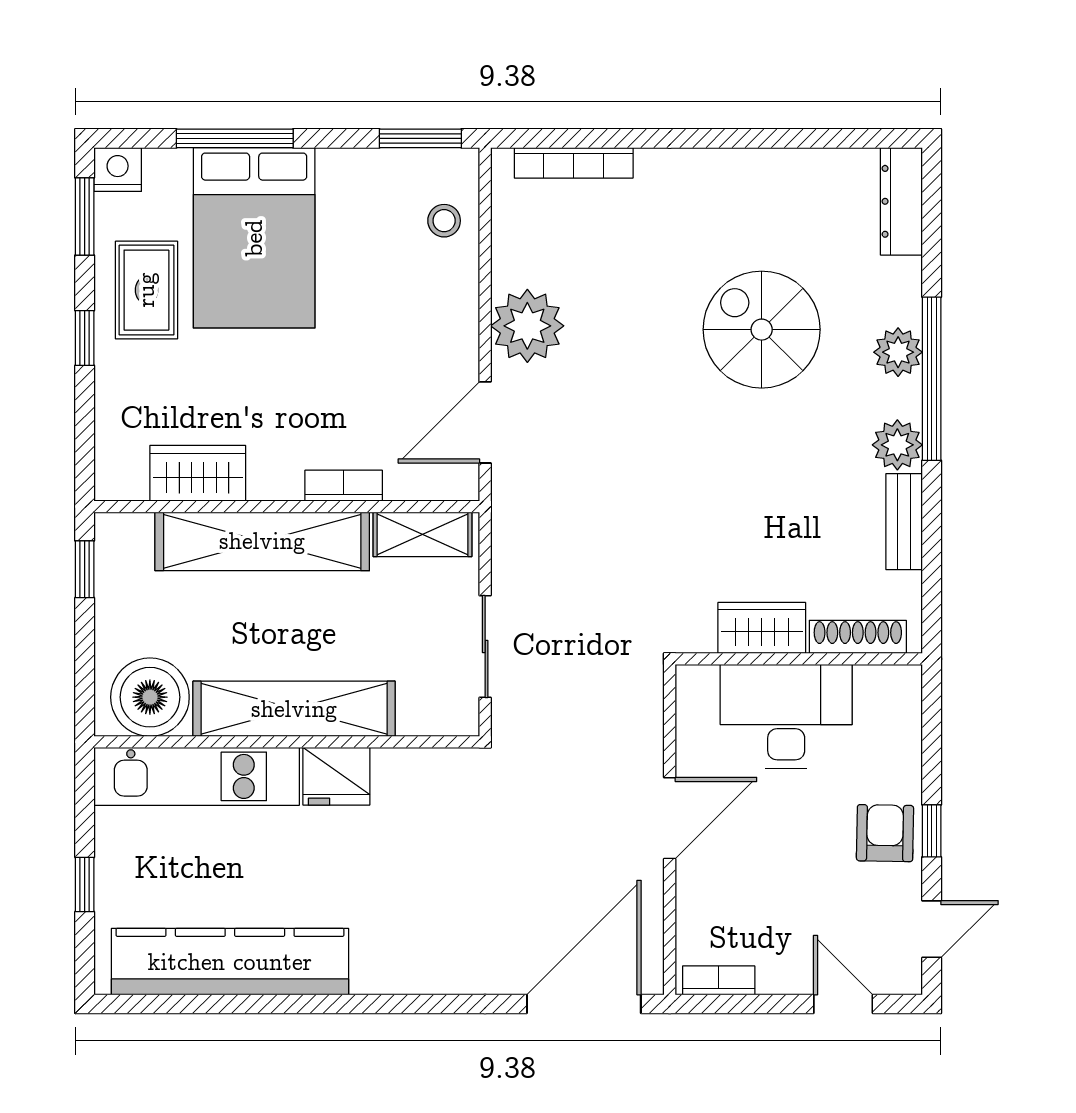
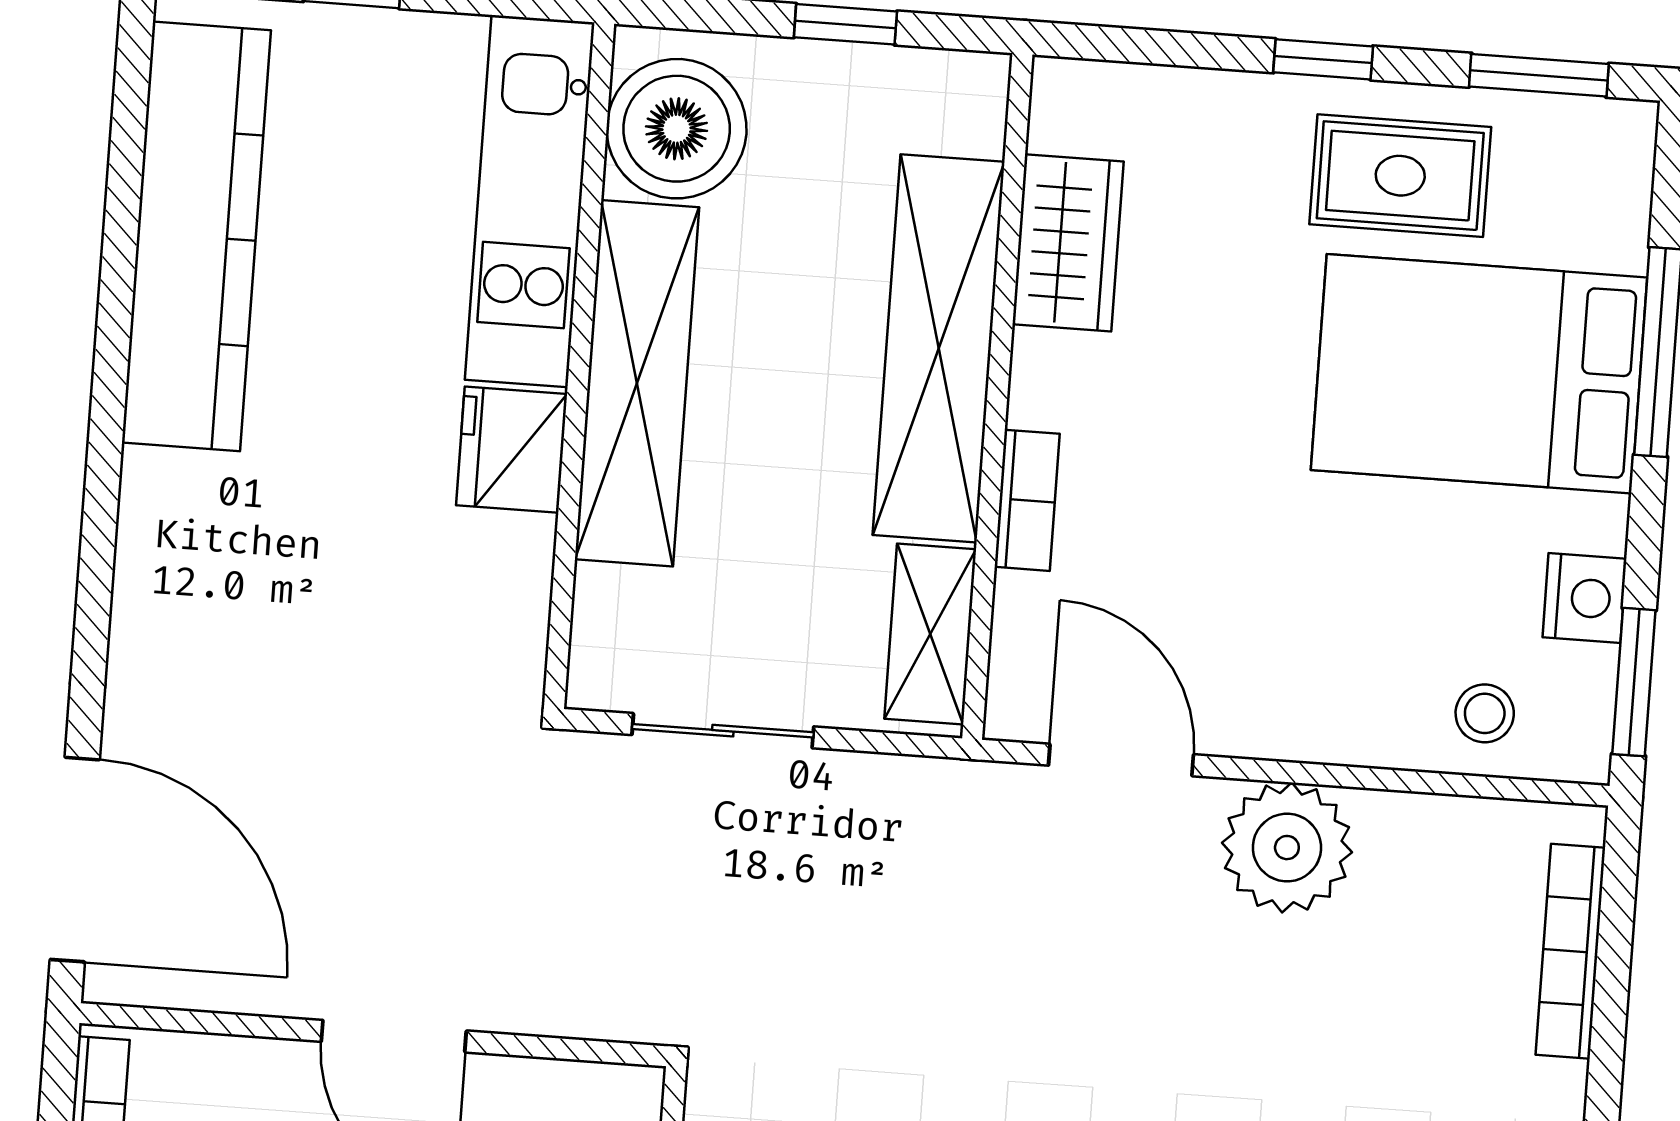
nightstand: (118, 170) -> (1585, 598), moved
window: (85, 569) -> (845, 24), moved

